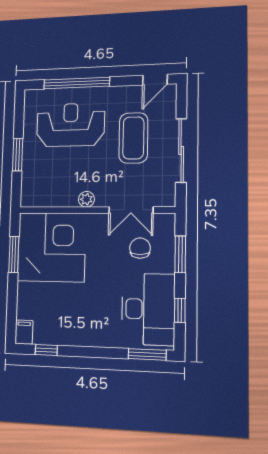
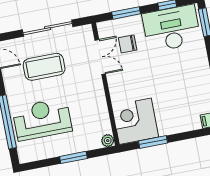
reception desk: (70, 125) -> (42, 119), turned 90
plant: (86, 199) -> (108, 141), moved
corner desk: (51, 247) -> (135, 121), width x0.74, depth x0.74

